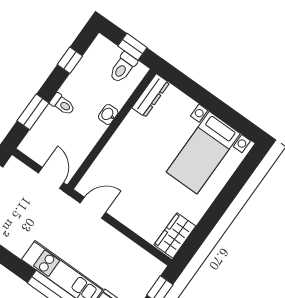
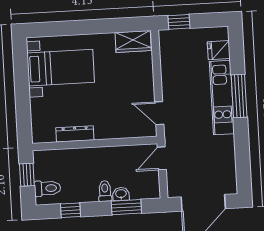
toilet: (123, 68) -> (47, 188), moved
dresser: (151, 95) -> (75, 134), moved
washbasin: (108, 114) -> (121, 194), moved, turned 180

